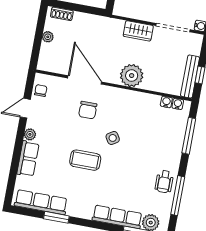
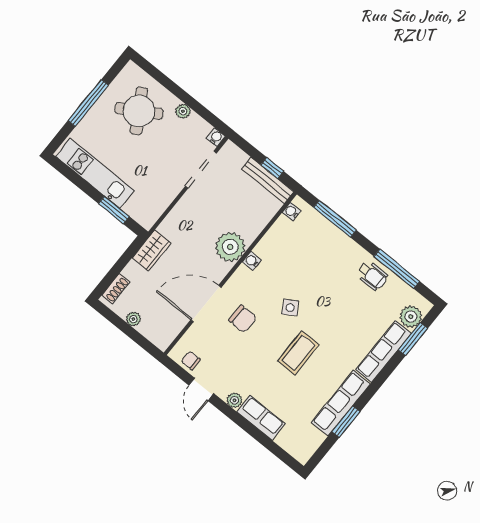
wardrobe: (138, 31) -> (152, 250), moved
water cooler: (166, 102) -> (252, 261), moved
row of seats: (41, 202) -> (341, 403), moved

